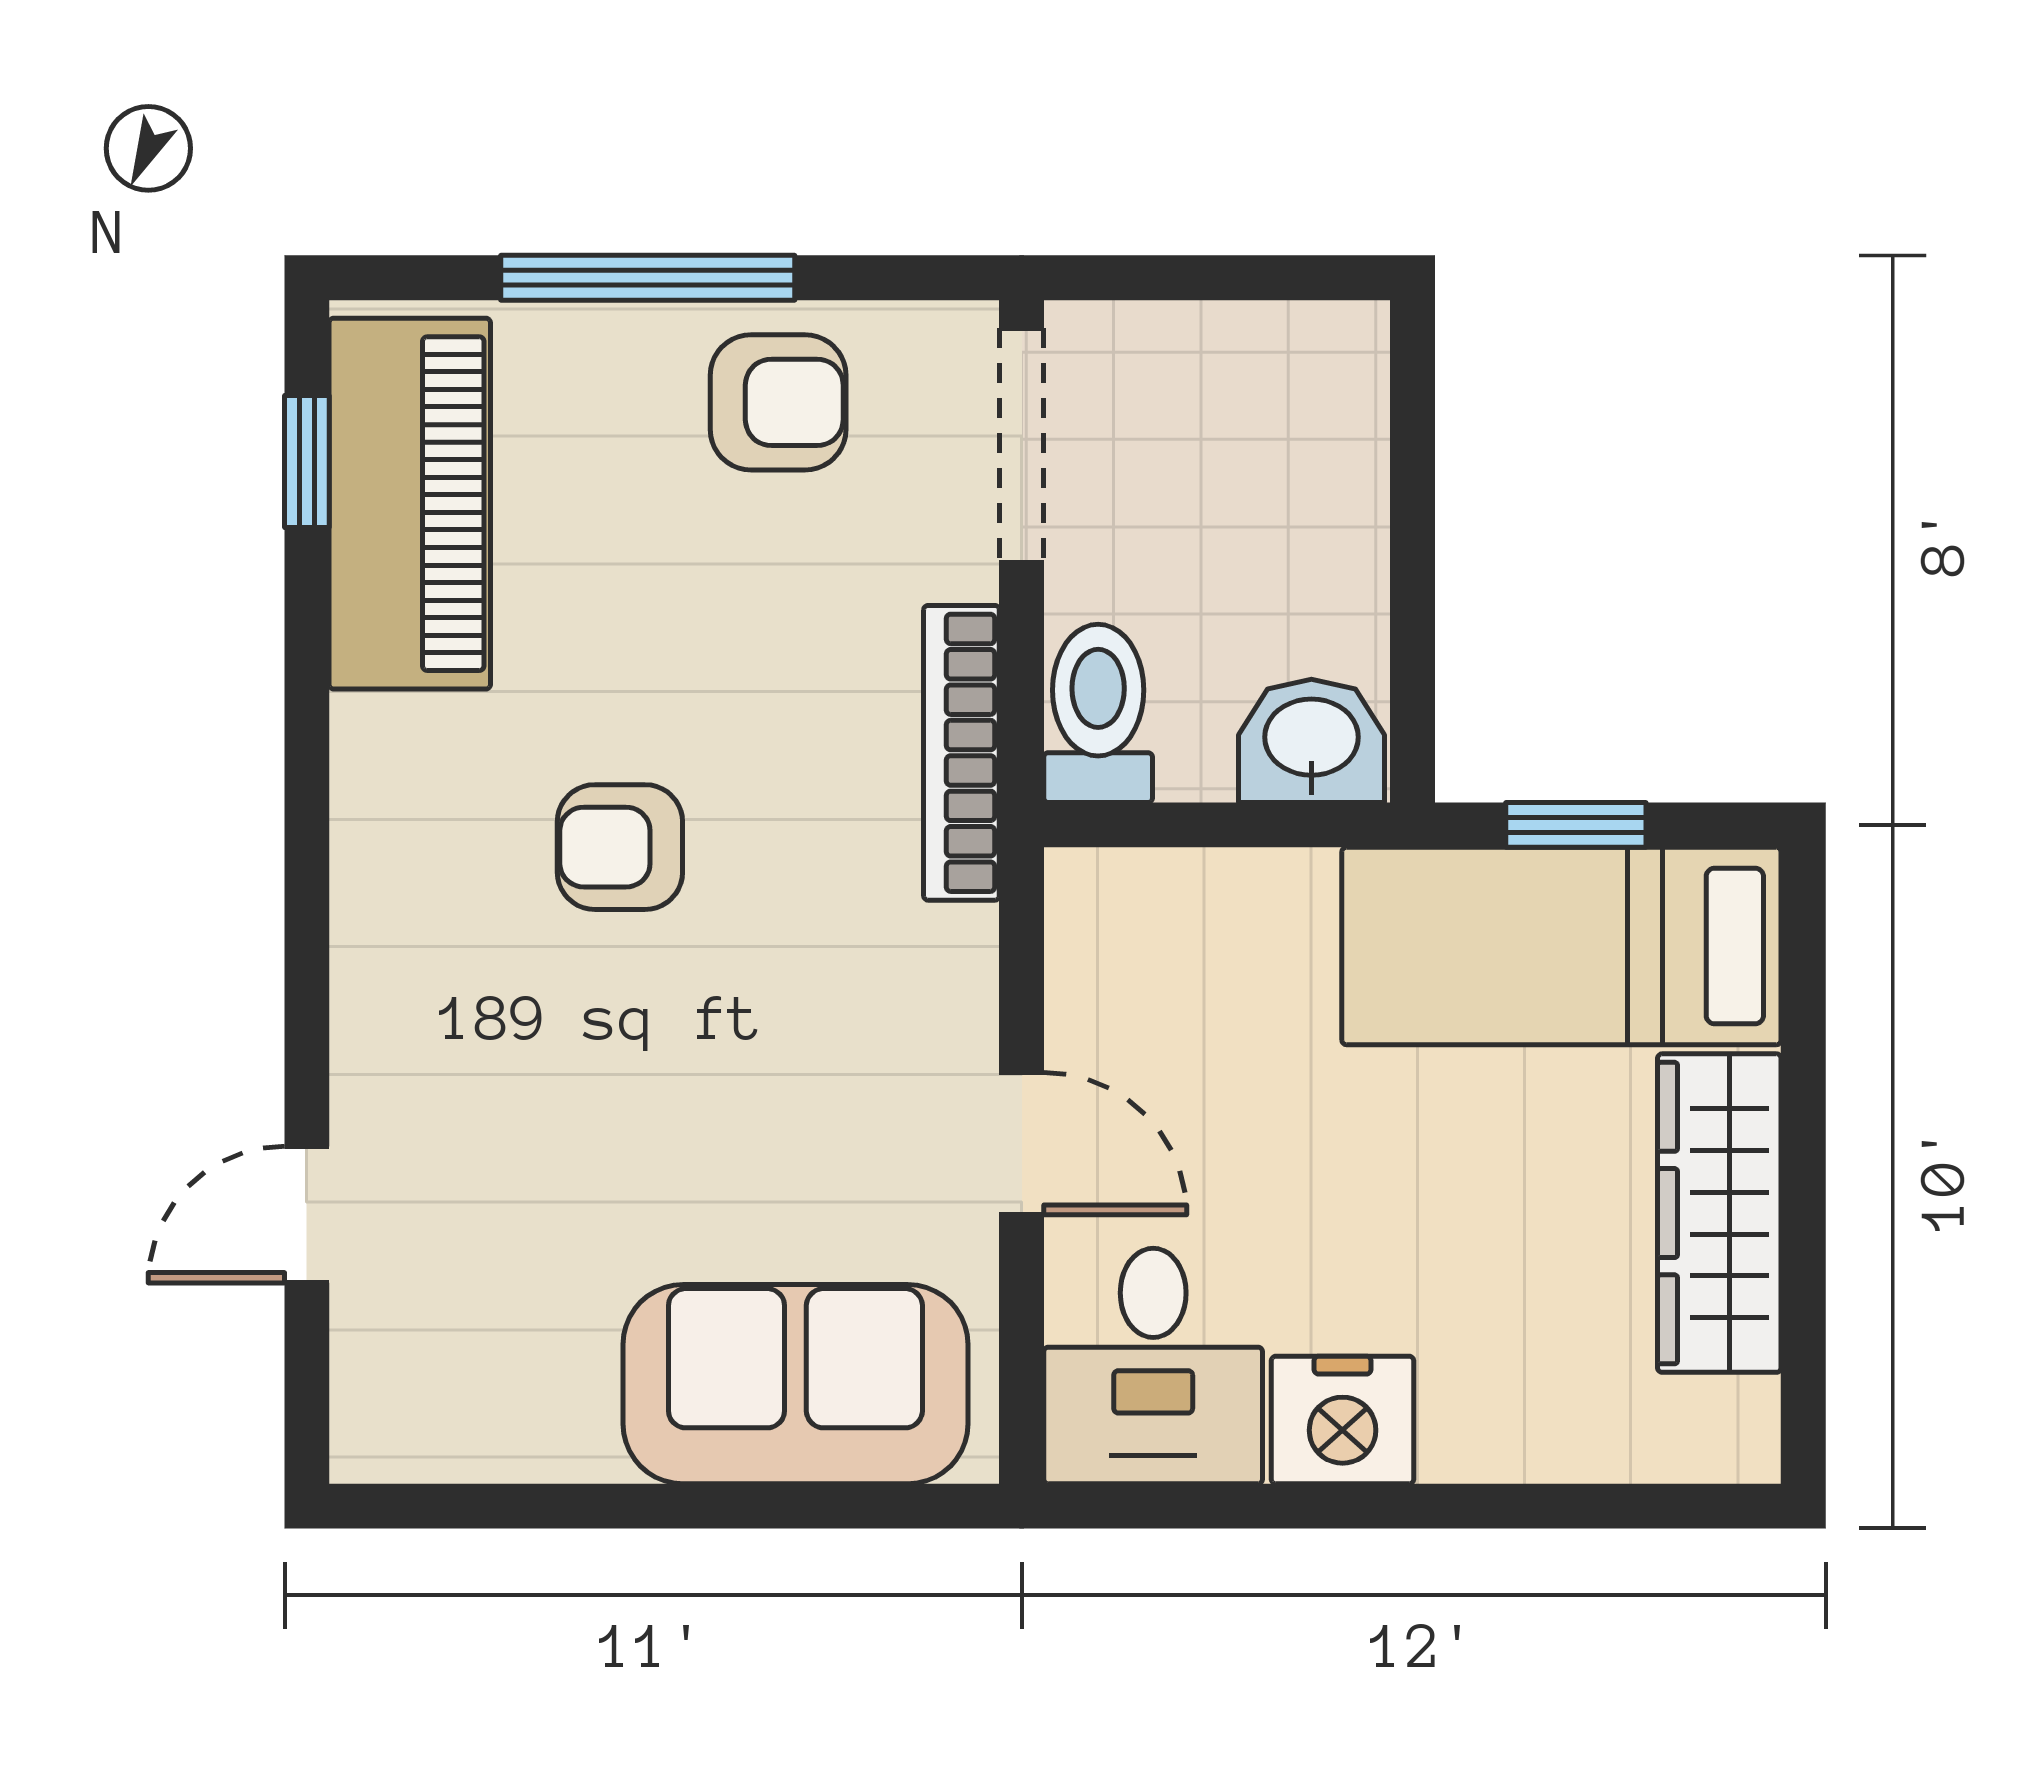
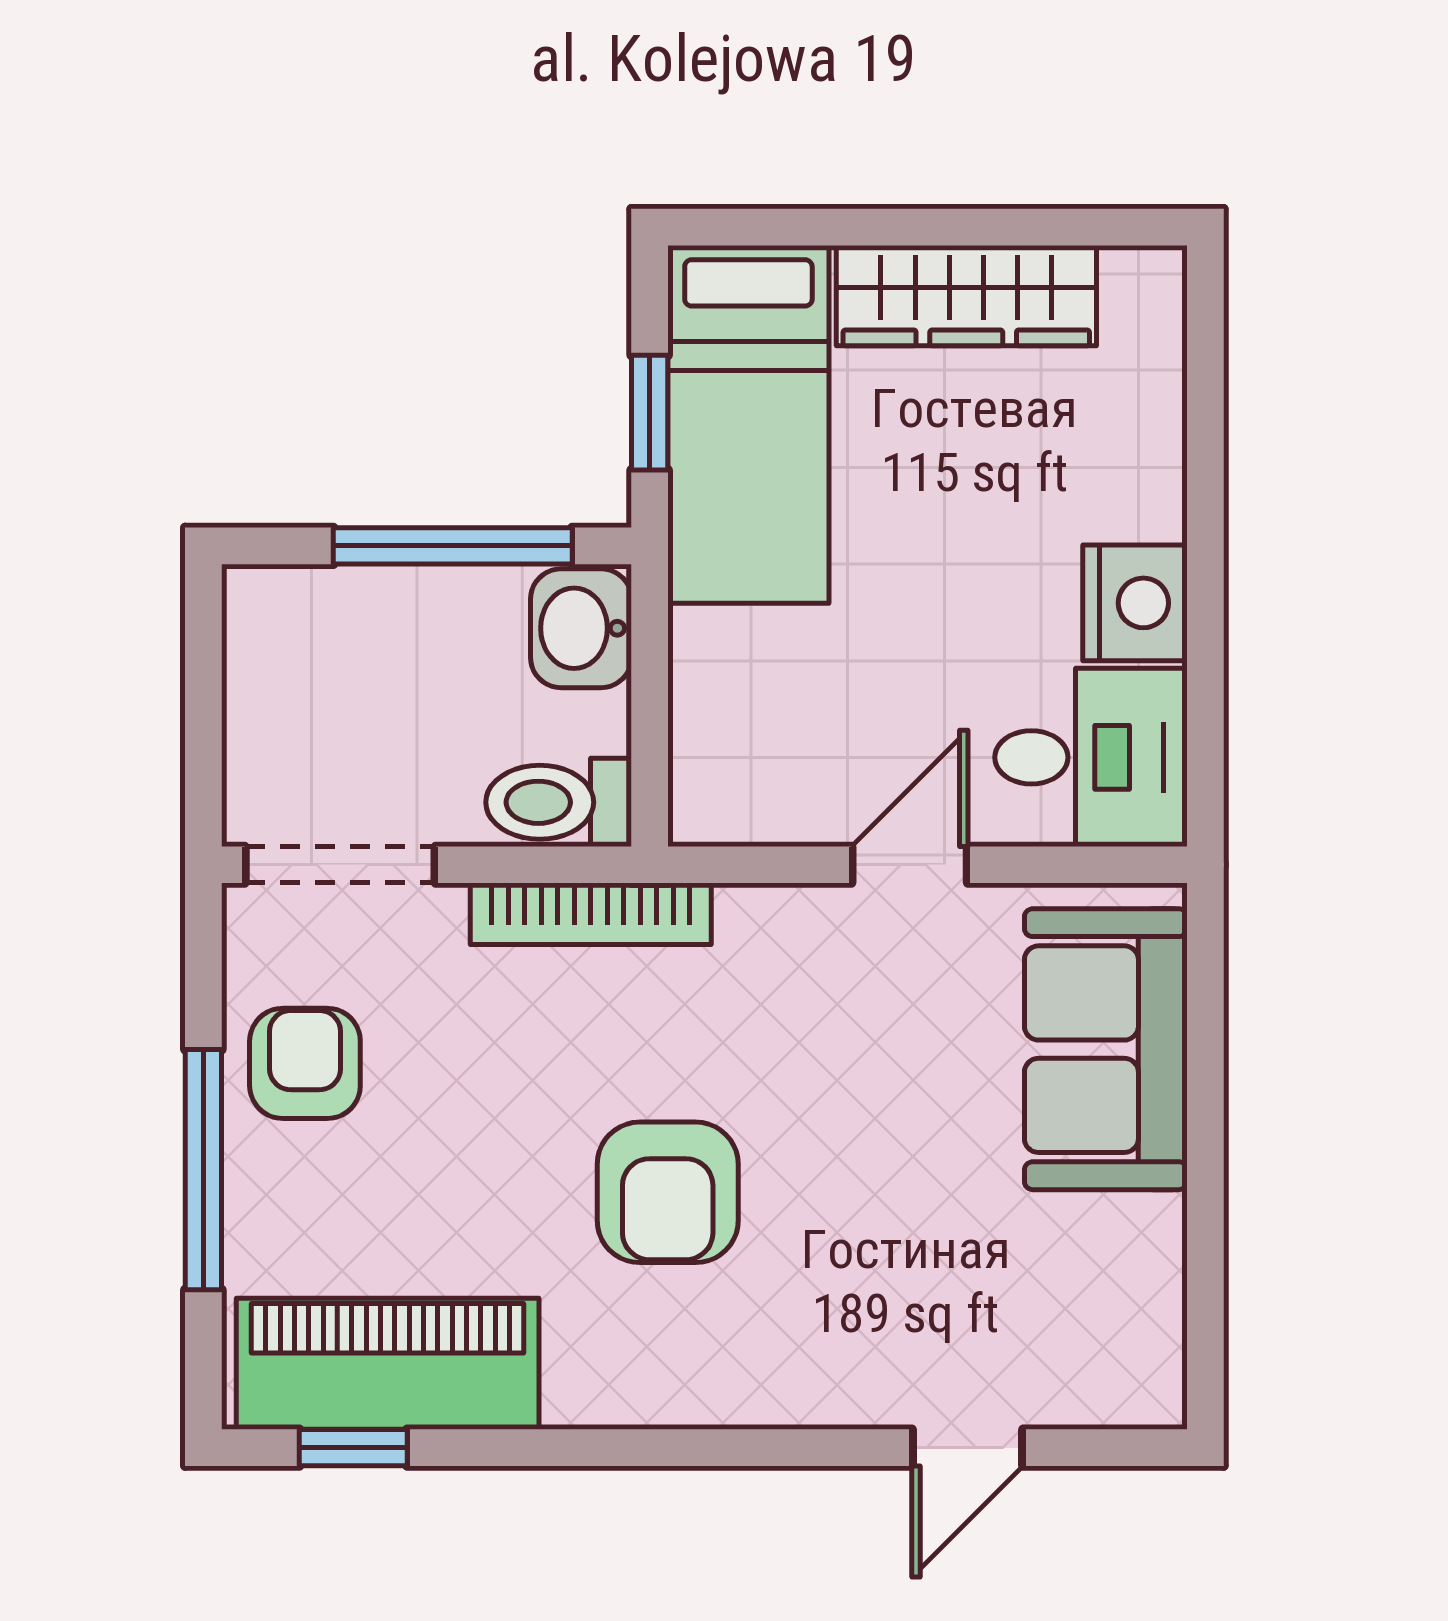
window: (1412, 584) -> (453, 546), added
armchair: (620, 847) -> (668, 1192), width x1.38, depth x1.38
door: (307, 1215) -> (967, 1448), hinge flipped

